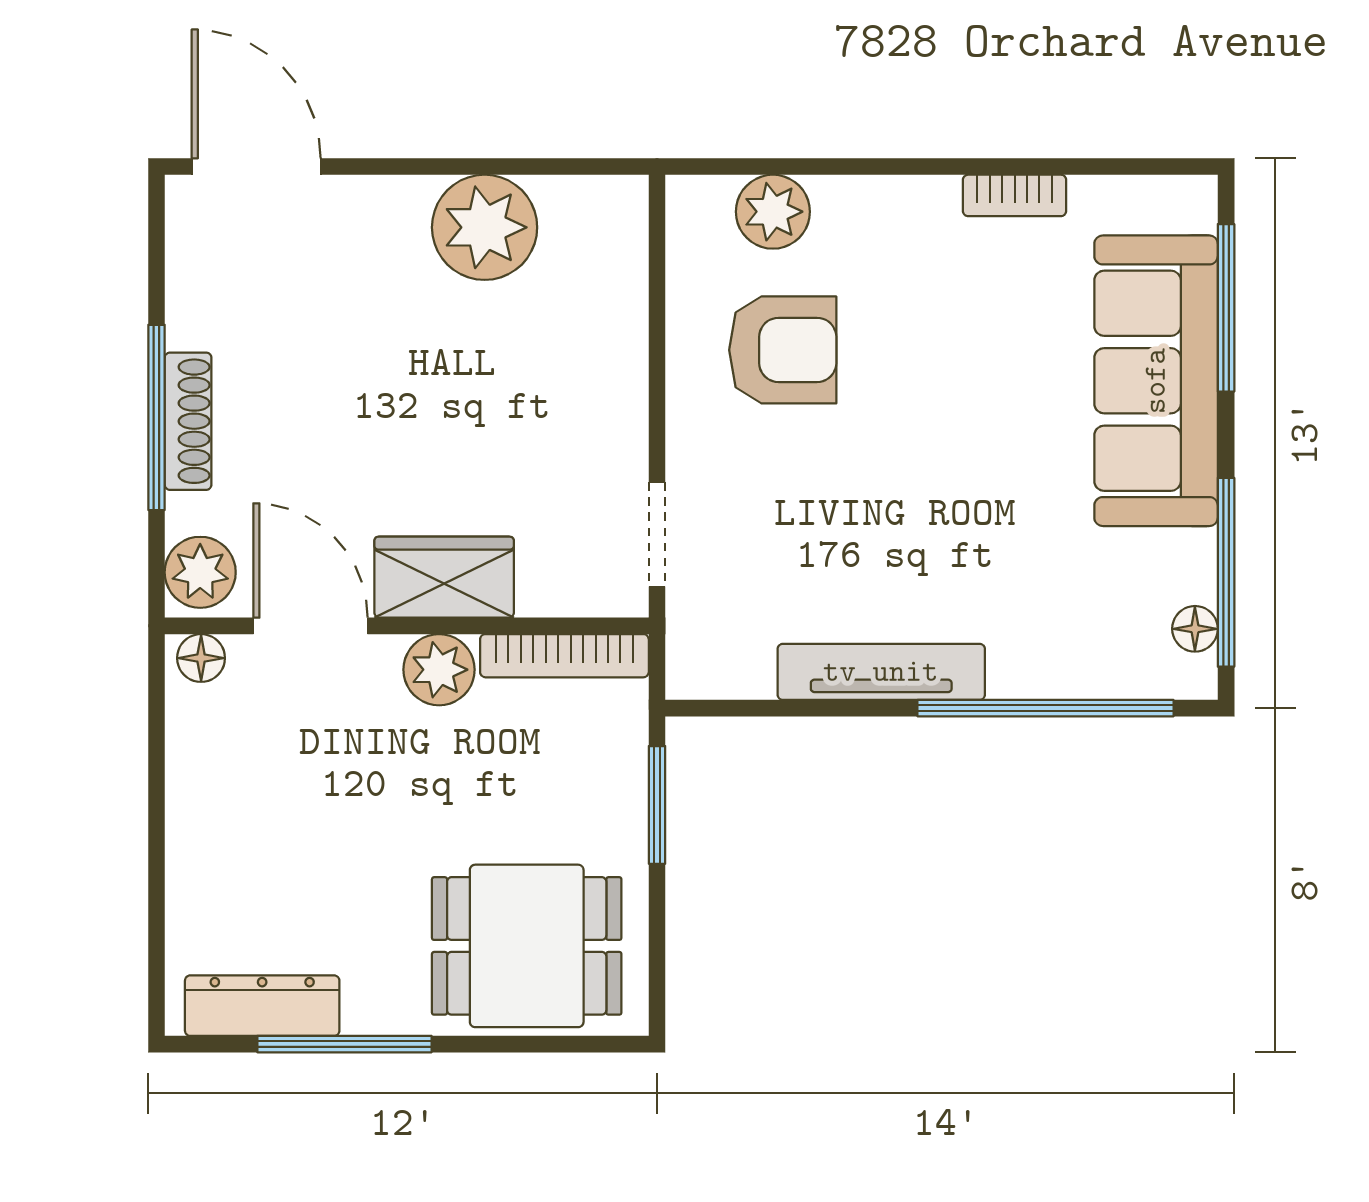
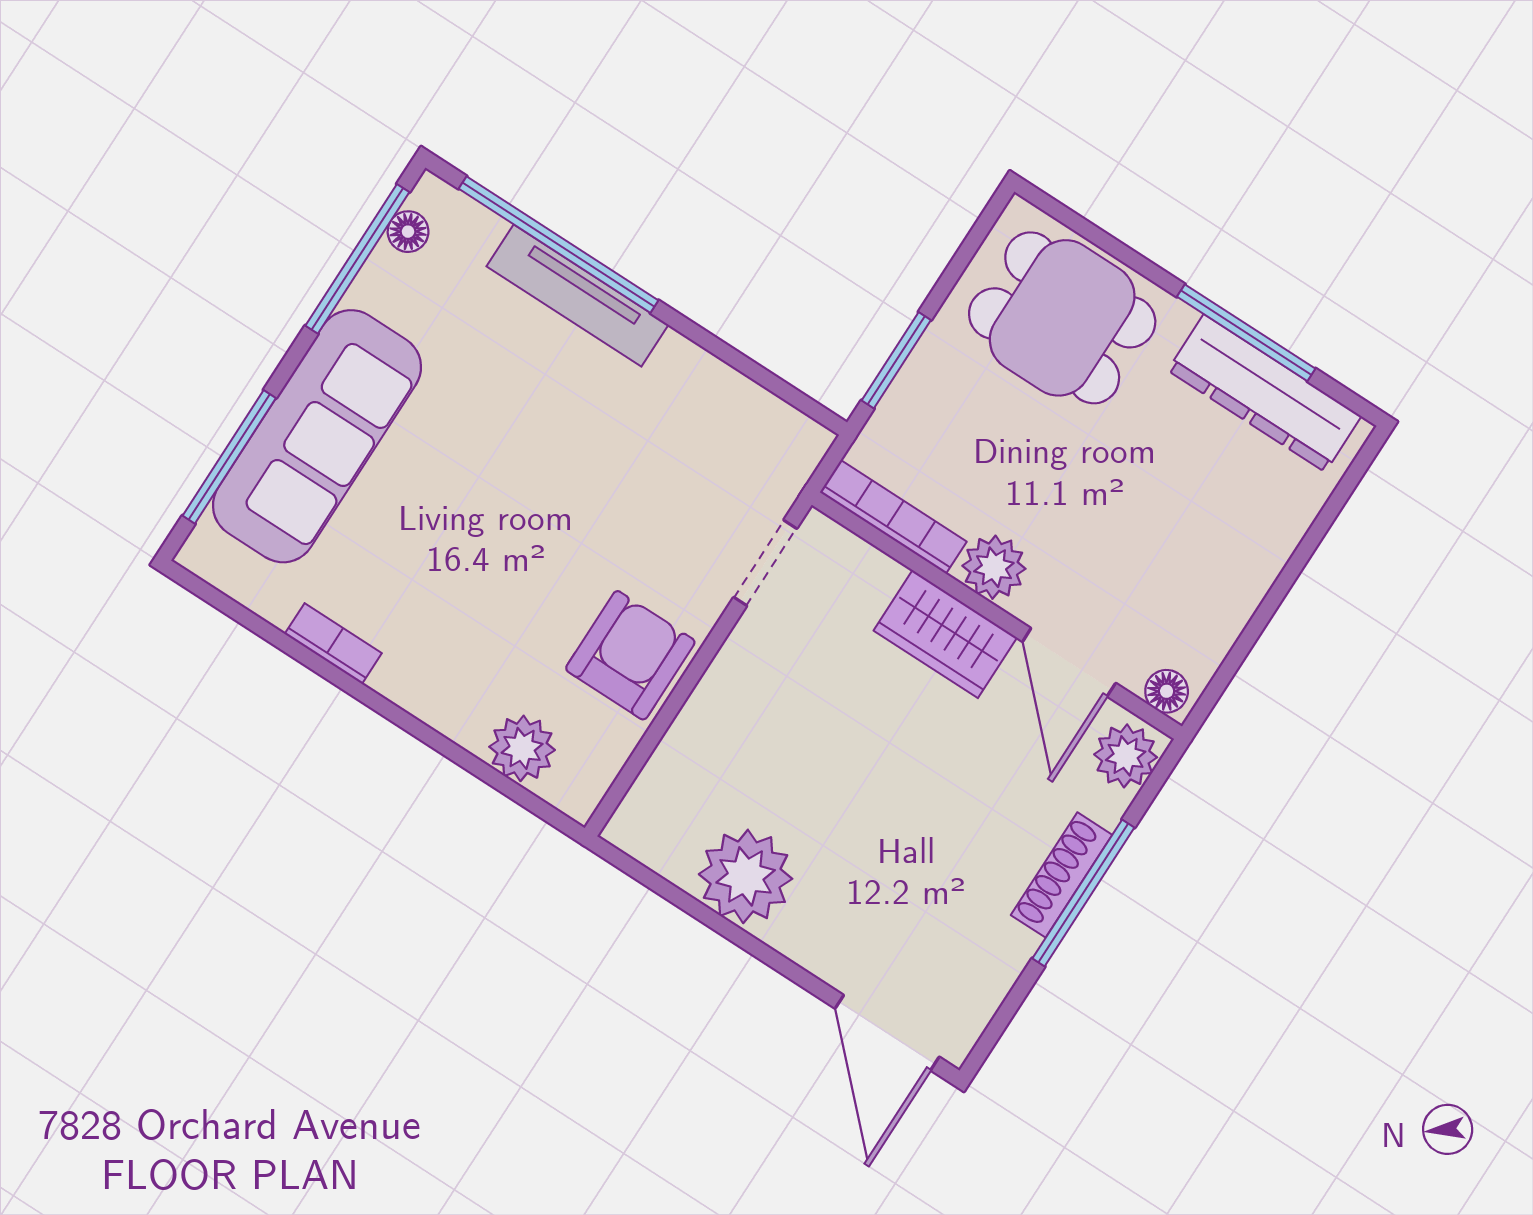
armchair: (783, 350) -> (630, 655), moved, turned 90
tv unit: (881, 672) -> (577, 296), moved
dresser: (262, 1006) -> (1264, 393), width x1.37, depth x1.24

